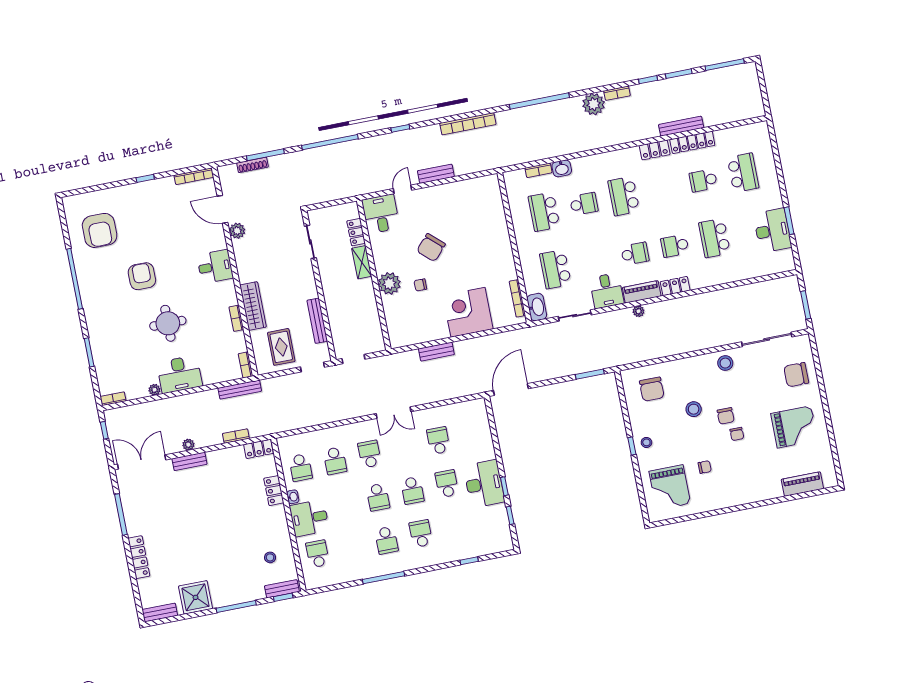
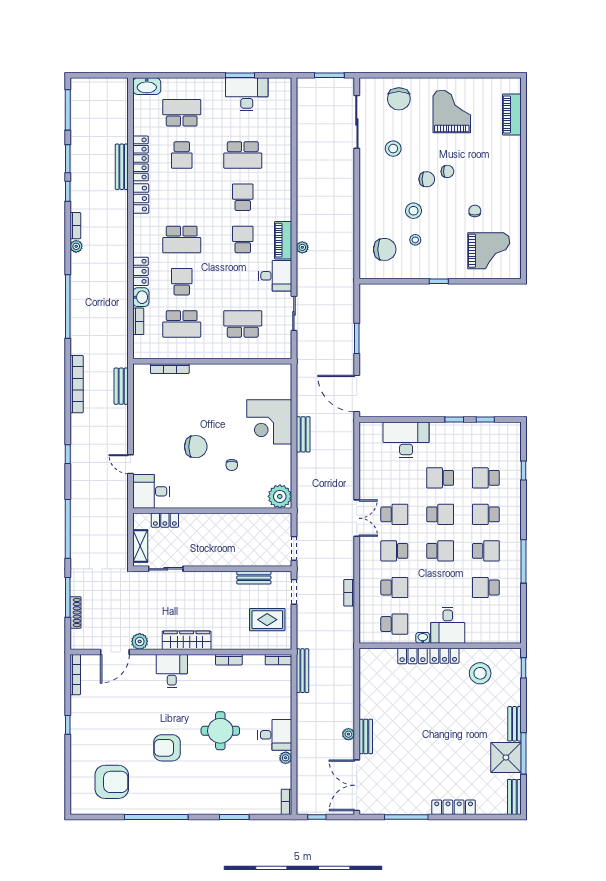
plant: (594, 104) -> (76, 246), width x0.53, depth x0.53
bench: (436, 174) -> (121, 386), moved
school desk: (675, 246) -> (243, 197), turned 180
chair: (431, 248) -> (196, 447), turned -42
shelving: (362, 262) -> (140, 546), moved, turned 90
school desk: (555, 269) -> (243, 324), turned 180
plant: (389, 283) -> (280, 496), moved
locker: (675, 286) -> (141, 271), moved, turned 180
bookcase: (517, 298) -> (170, 369), moved
wardrobe: (253, 306) -> (187, 640), moved
washbasin: (537, 307) -> (147, 86), moved, turned 180
bench: (317, 321) -> (254, 578), width x0.73
bench: (436, 352) -> (303, 434), moved
stool: (725, 363) -> (393, 149), moved
desk: (180, 374) -> (275, 735), width x0.73
window: (590, 374) -> (357, 338), moved
bookcase: (236, 436) -> (349, 593), moved
school desk: (438, 441) -> (394, 514), moved, turned 180
stool: (646, 442) -> (415, 240), moved
locker: (258, 449) -> (444, 656), moved, turned 90
desk: (484, 484) -> (406, 440), moved
school desk: (455, 527) -> (486, 478), added
school desk: (318, 554) -> (486, 587), moved
stool: (270, 557) -> (480, 673), width x1.89, depth x1.89
bench: (282, 589) -> (514, 724), moved
window: (236, 606) -> (523, 753), moved

